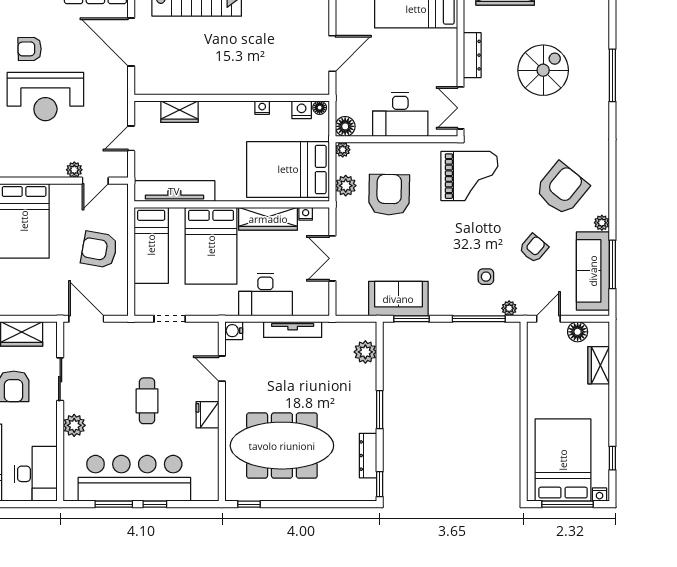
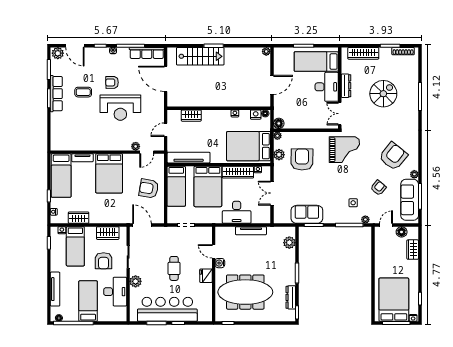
desk: (400, 115) -> (327, 87), moved, turned -90
water cooler: (234, 331) -> (220, 263), moved
desk: (36, 474) -> (115, 292), moved

